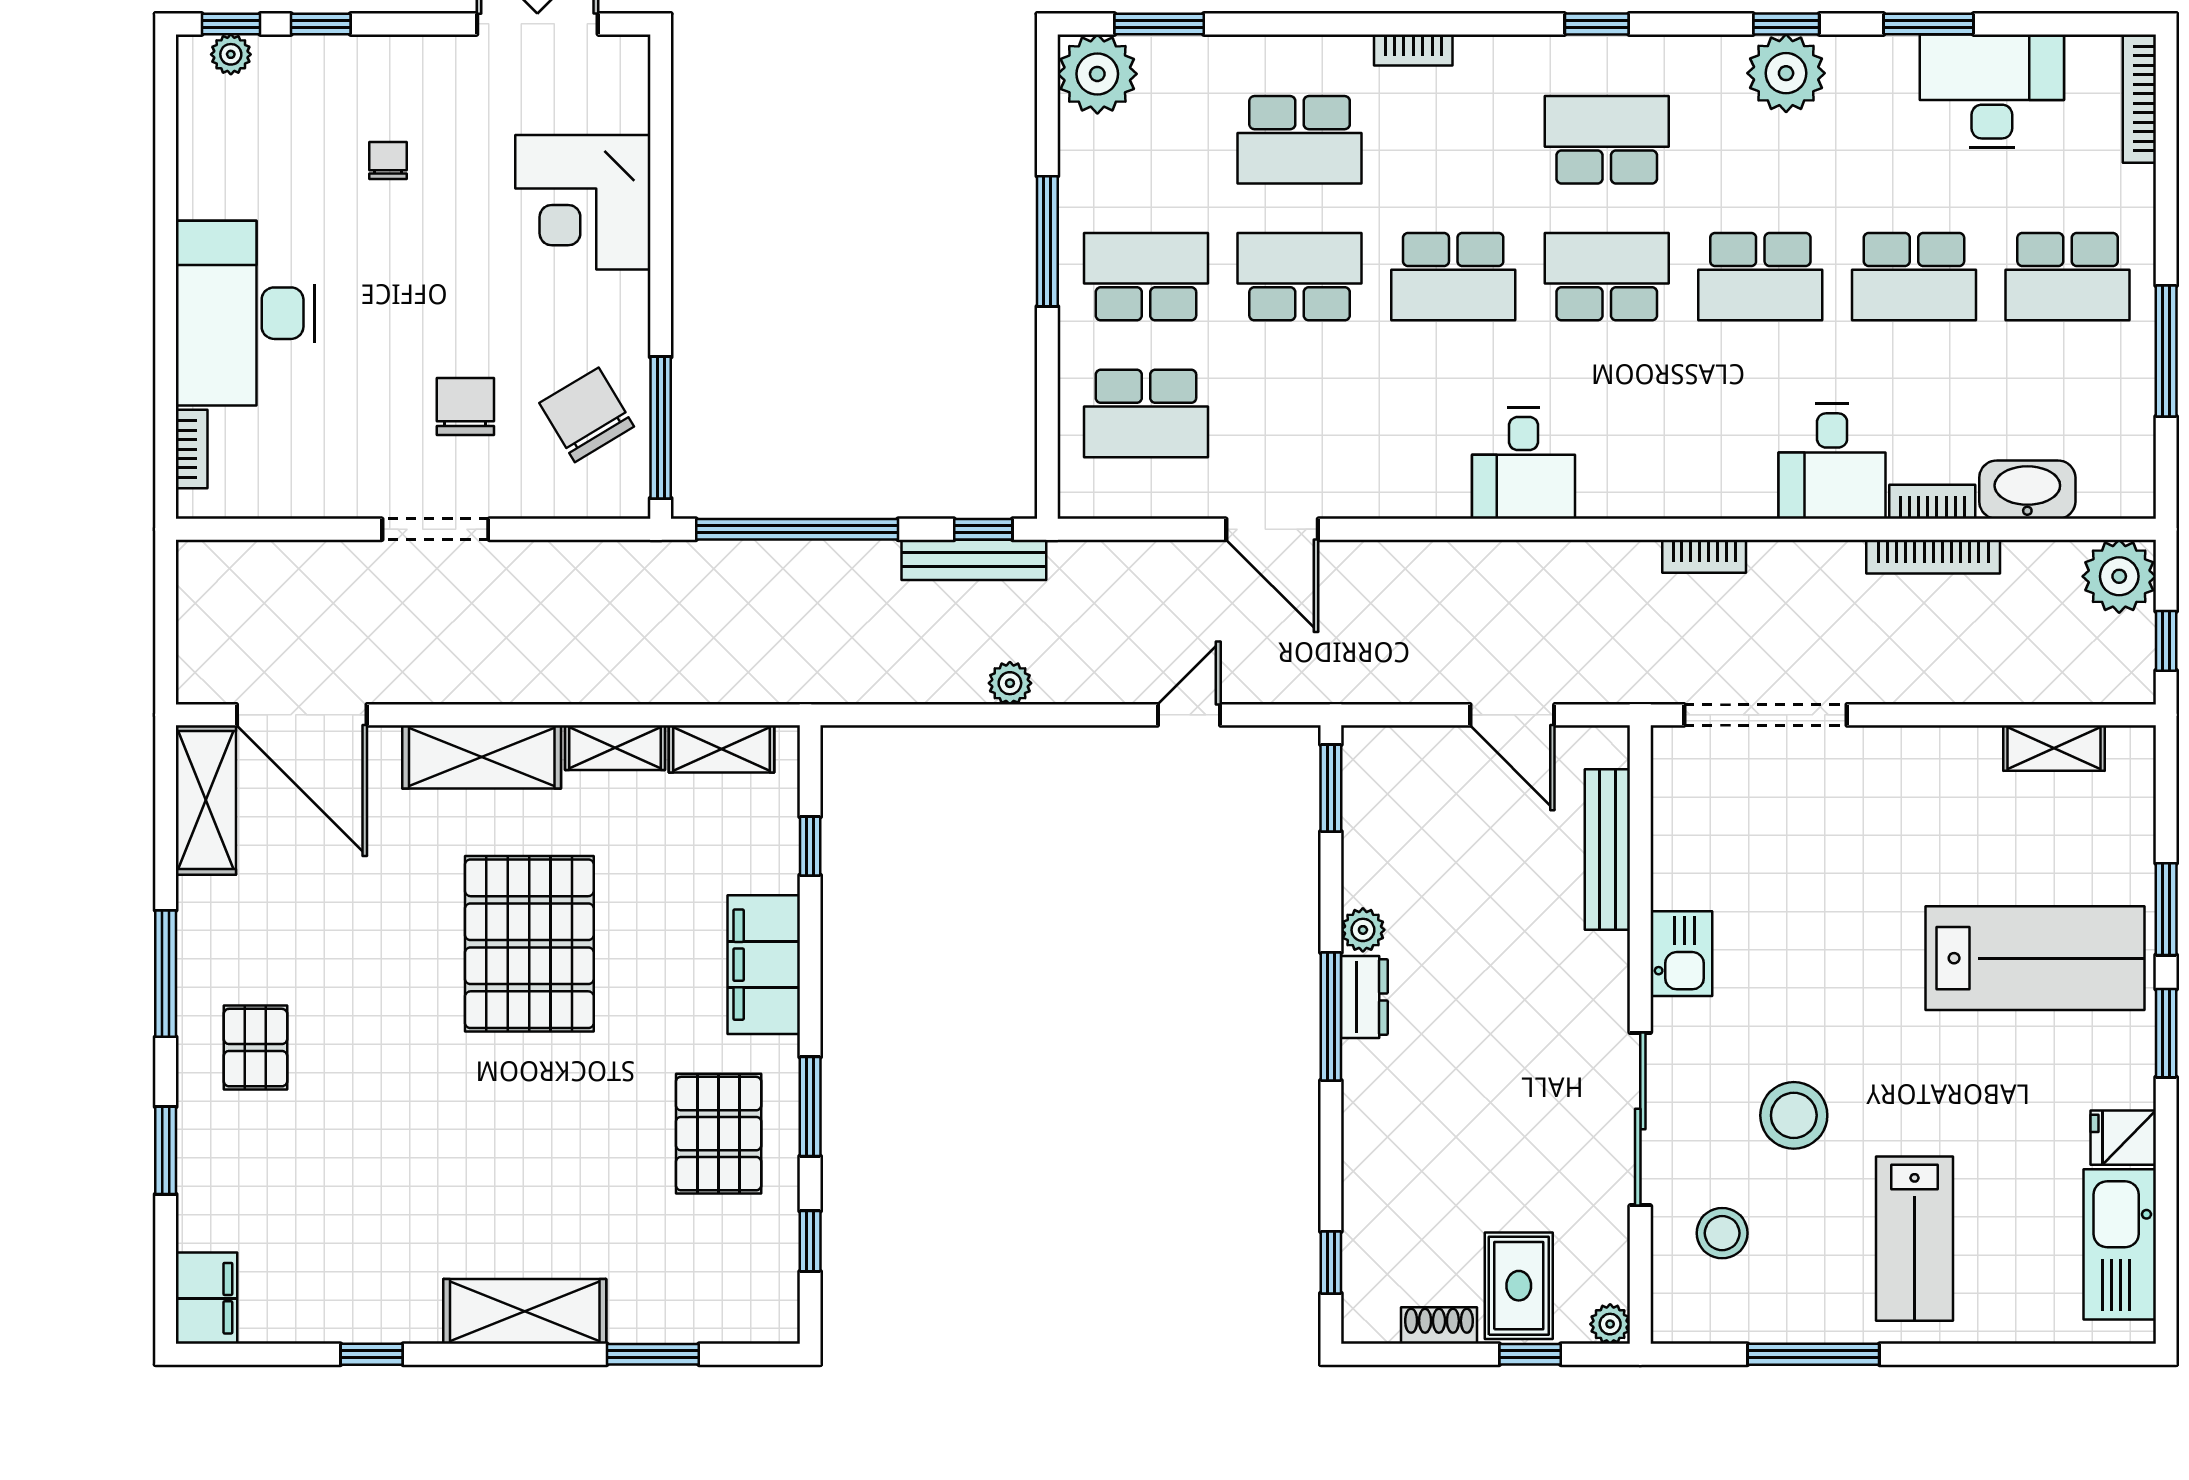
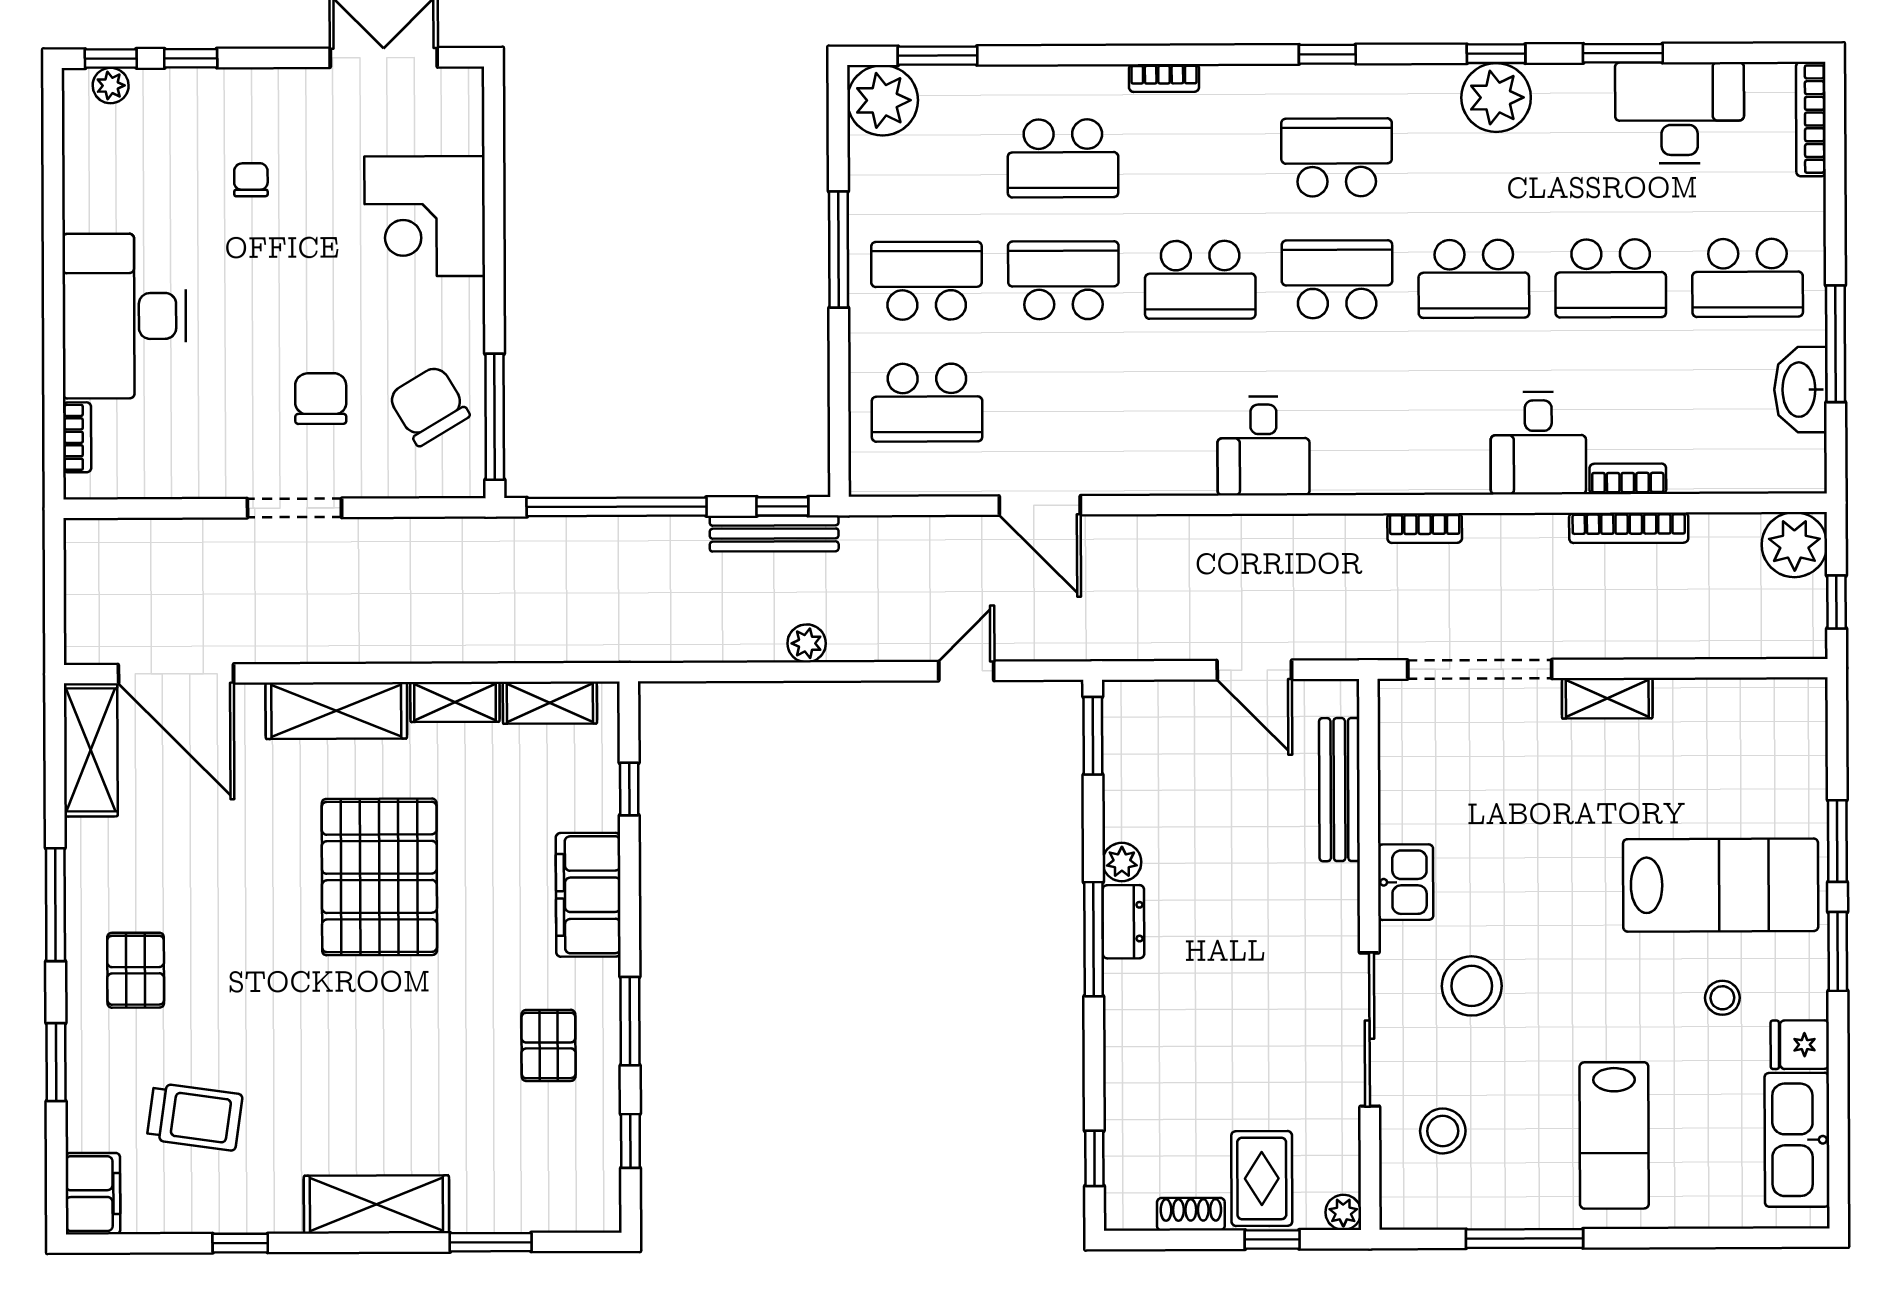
washbasin: (2027, 490) -> (1800, 390), moved, turned -90
shelving: (2054, 748) -> (1607, 698), moved
stool: (2036, 1085) -> (1722, 998), added
stool: (1794, 1115) -> (1472, 986), moved
pallet: (719, 1134) -> (548, 1045), width x0.67, depth x0.71
trolley: (321, 1212) -> (195, 1117), added

